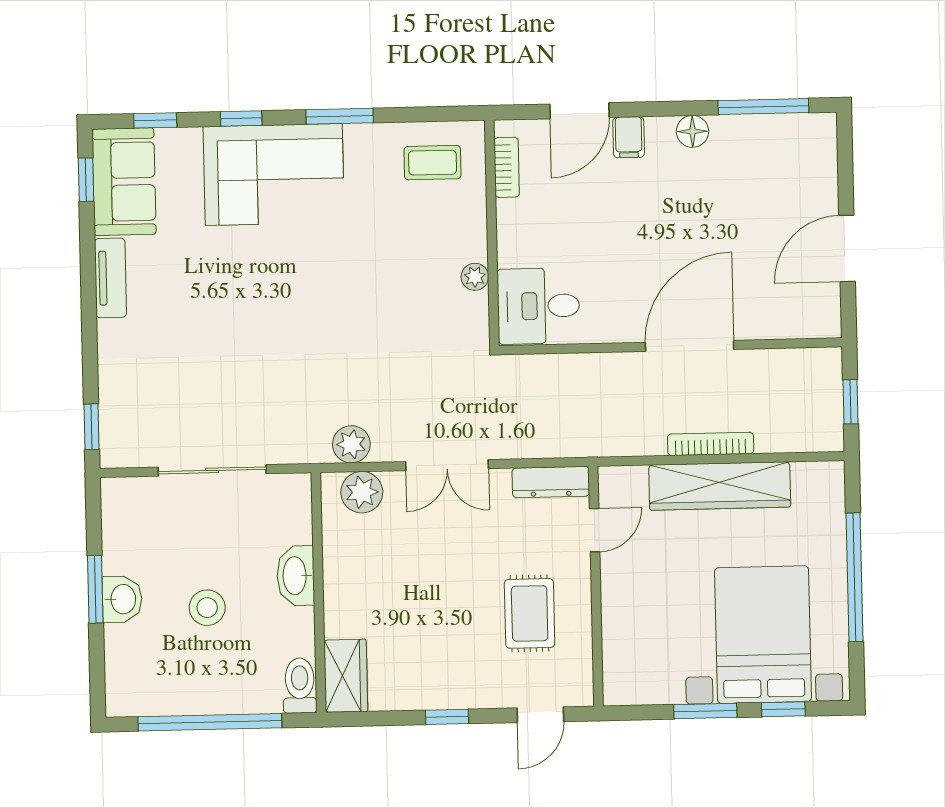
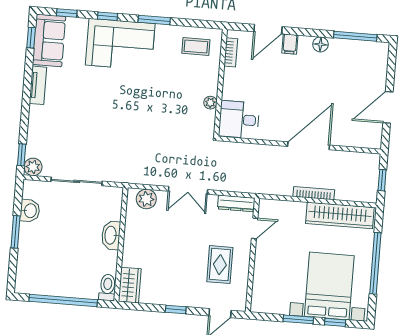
plant: (351, 444) -> (33, 167), moved
wardrobe: (720, 486) -> (340, 215), moved
washbasin: (122, 599) -> (30, 211), moved
stool: (207, 608) -> (67, 246), removed

